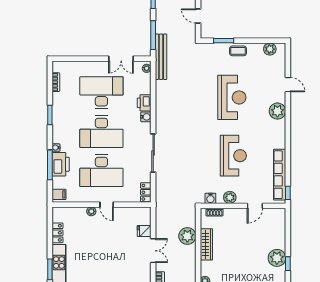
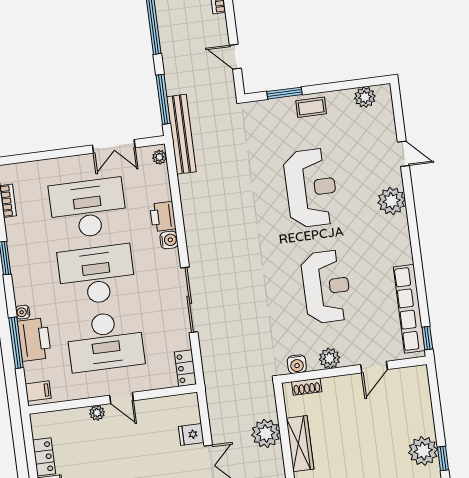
desk: (101, 132) -> (97, 275), turned 180

